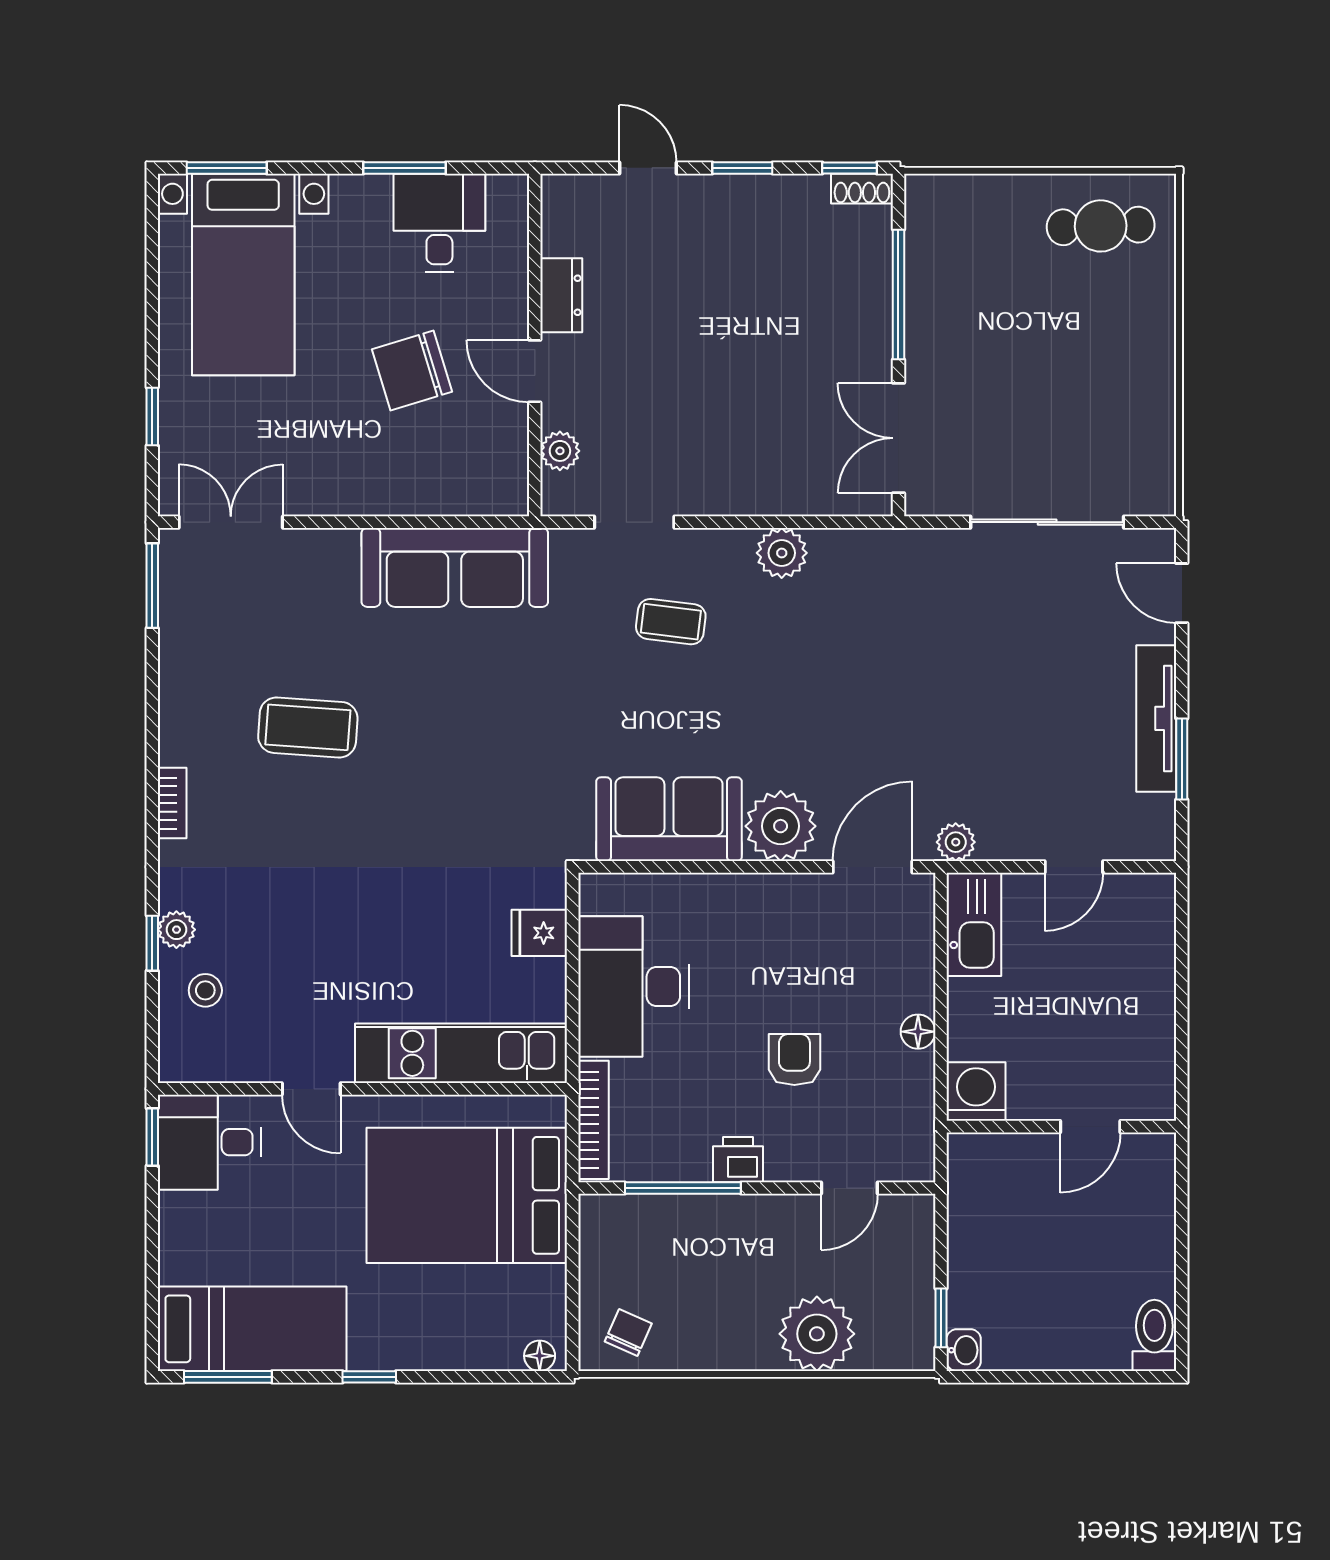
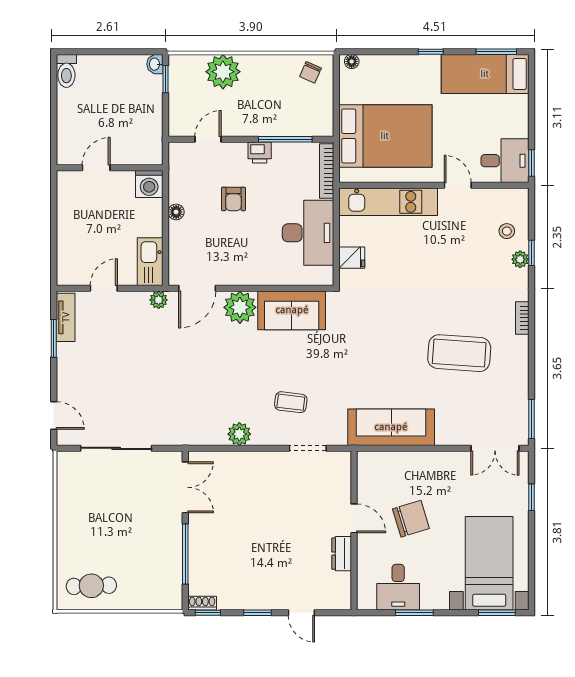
plant: (560, 451) -> (342, 481), removed
tv unit: (1156, 718) -> (66, 317), moved, width x0.71
coffee table: (308, 727) -> (459, 353), width x1.36, depth x1.32

